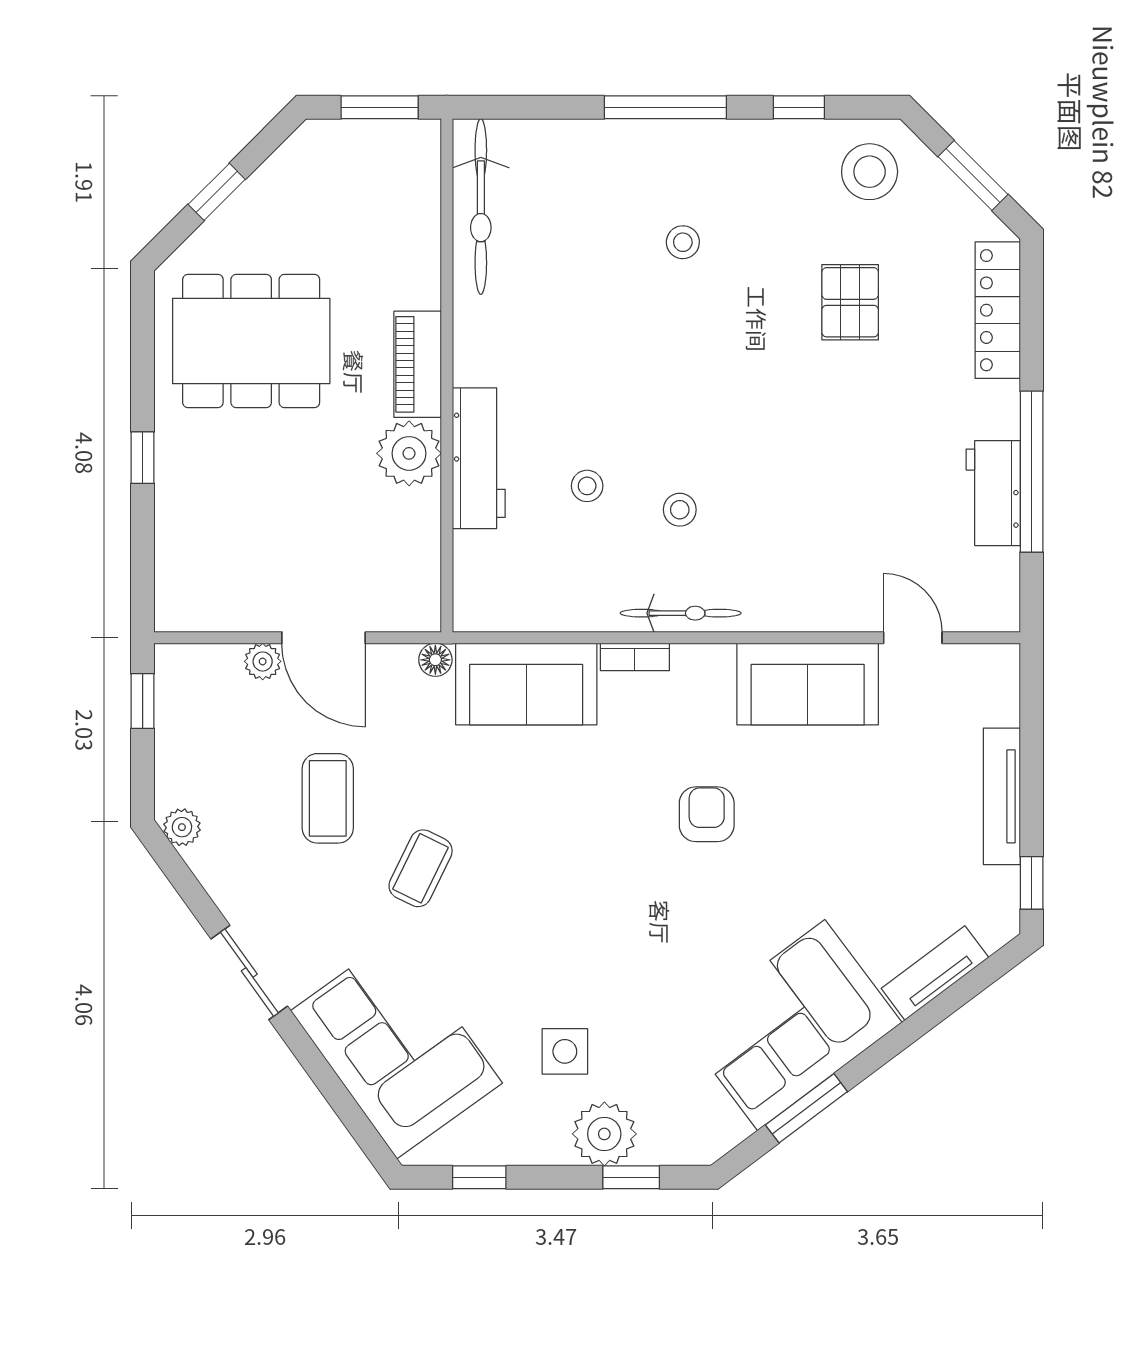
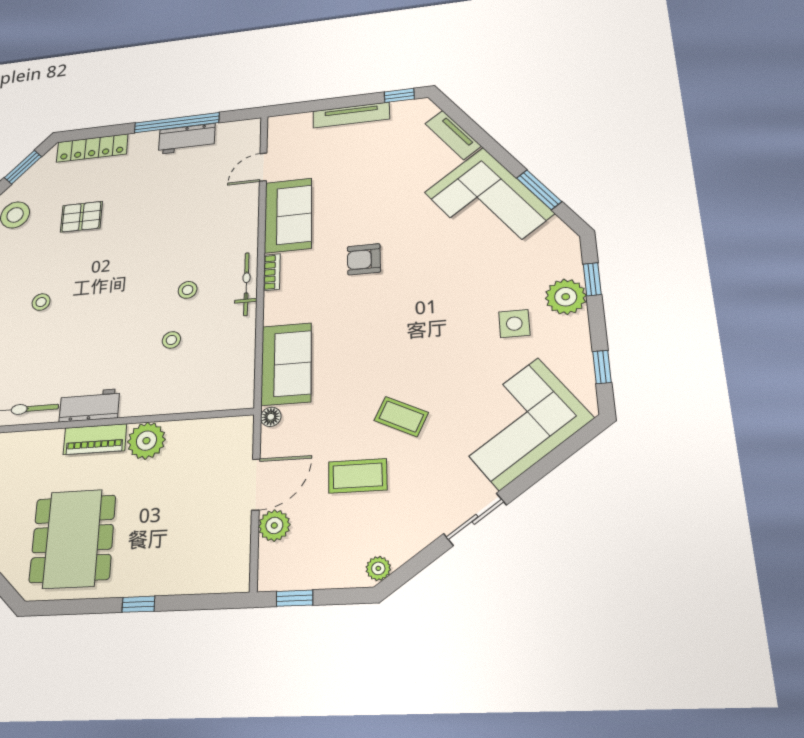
workbench: (479, 458) -> (89, 405), moved, width x0.73
bookcase: (635, 657) -> (272, 272), moved
plant: (263, 661) -> (274, 525), width x1.38, depth x1.38

